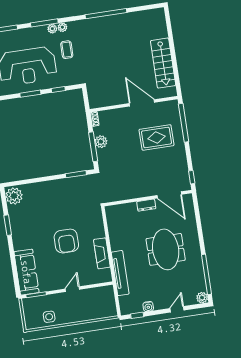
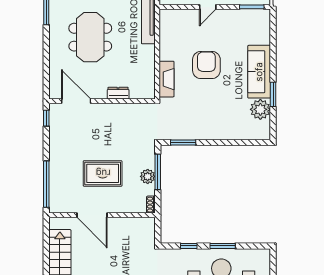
rug: (157, 137) -> (103, 173), moved
plant: (14, 196) -> (260, 109), moved
dresser: (146, 205) -> (118, 93), moved
fireplace: (102, 253) -> (166, 79), moved
sofa: (26, 272) -> (259, 72), moved

